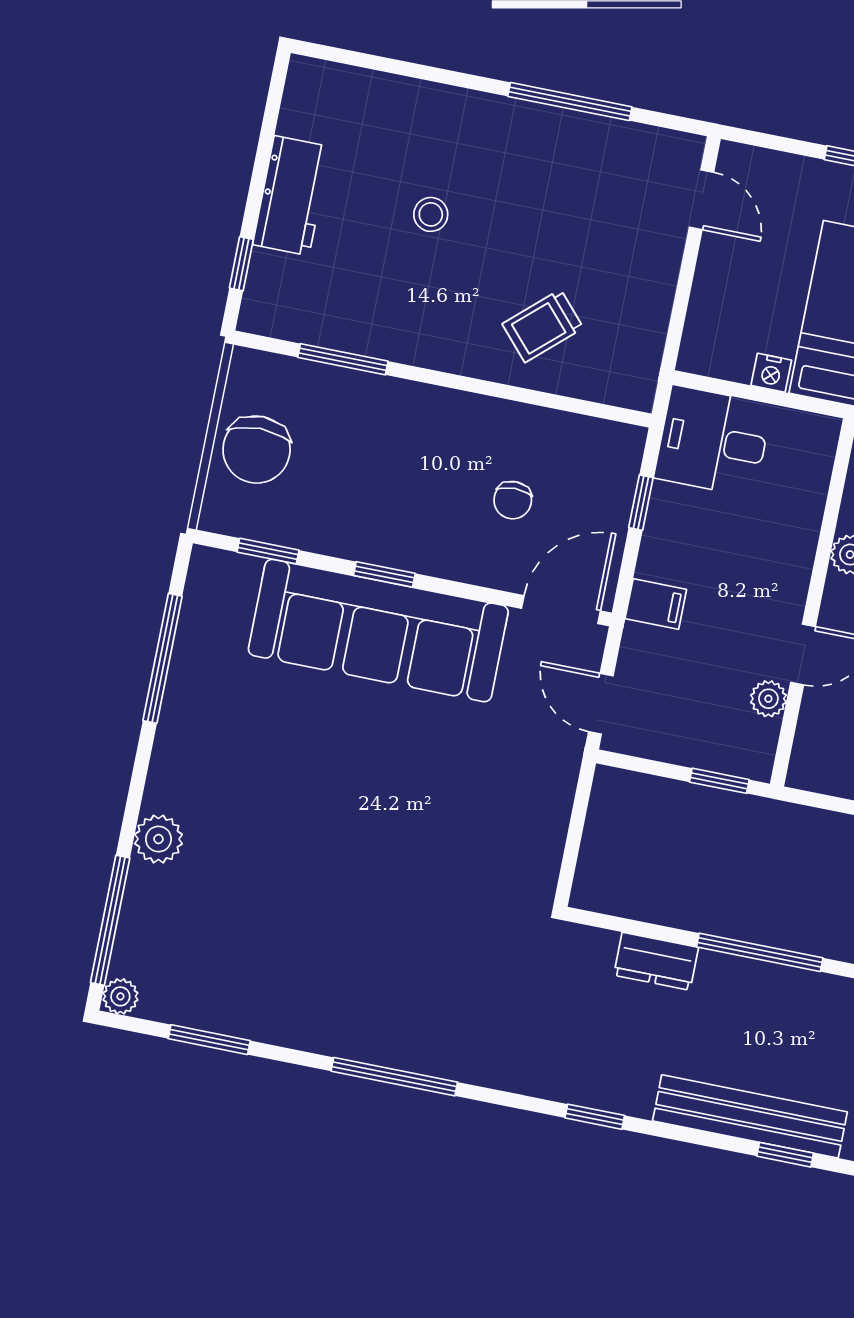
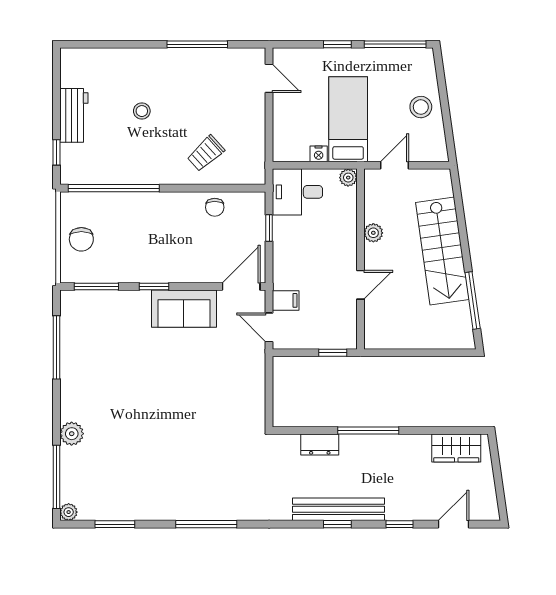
window: (343, 359) -> (114, 188), width x2.11
chair: (257, 450) -> (81, 239), width x0.73, depth x0.73
chair: (513, 500) -> (215, 207), moved
window: (268, 551) -> (96, 286), width x1.50
filing cabinet: (656, 604) -> (286, 300), moved
sofa: (378, 631) -> (184, 309), width x0.54, depth x0.79
plant: (768, 699) -> (348, 178), moved
bench: (750, 1116) -> (338, 509), moved
window: (595, 1117) -> (337, 524), moved

